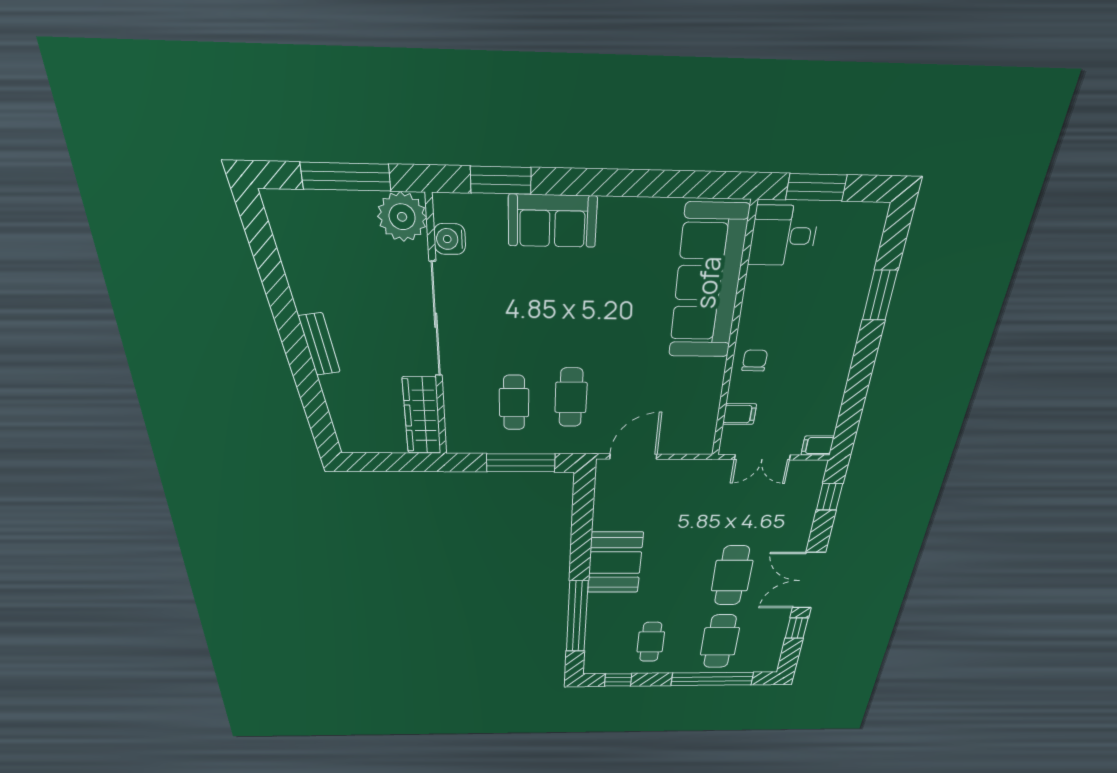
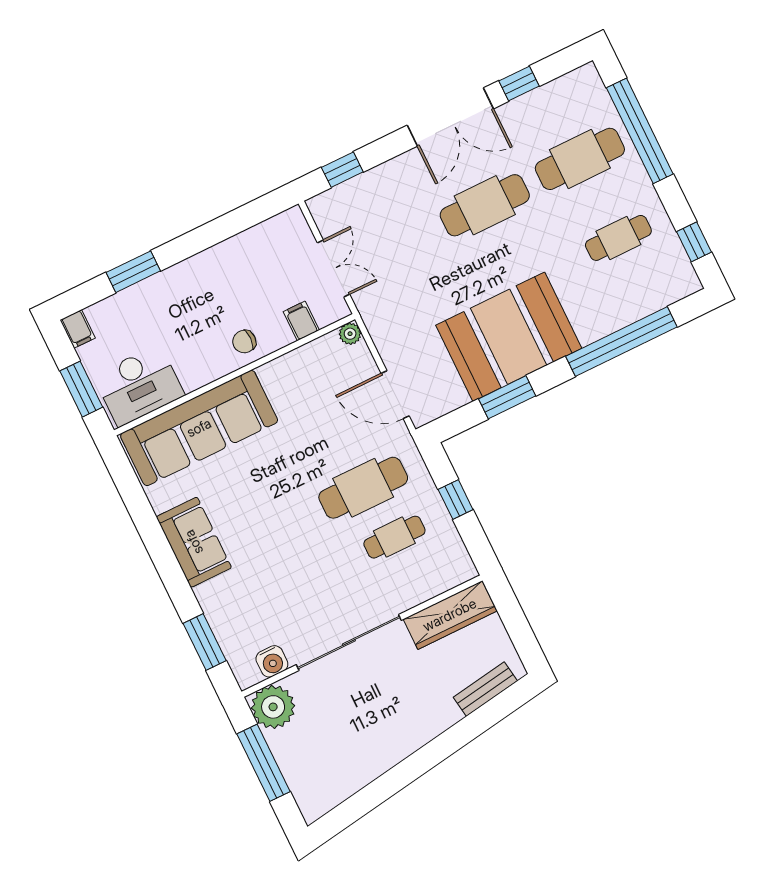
sofa: (552, 221) -> (194, 542), moved
desk: (783, 236) -> (139, 385), width x1.37
bench: (319, 344) -> (485, 689), moved
cafe table: (571, 397) -> (363, 488), width x1.37, depth x1.35
plant: (704, 446) -> (350, 334), added
filing cabinet: (818, 446) -> (78, 329), moved
window: (521, 463) -> (456, 499), width x0.46
window: (582, 532) -> (507, 397), added
booth: (615, 563) -> (509, 337), width x1.36, depth x1.42

